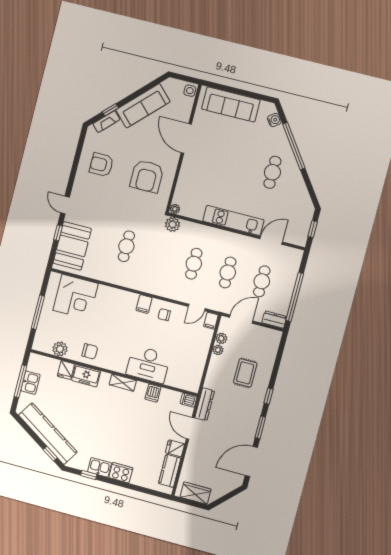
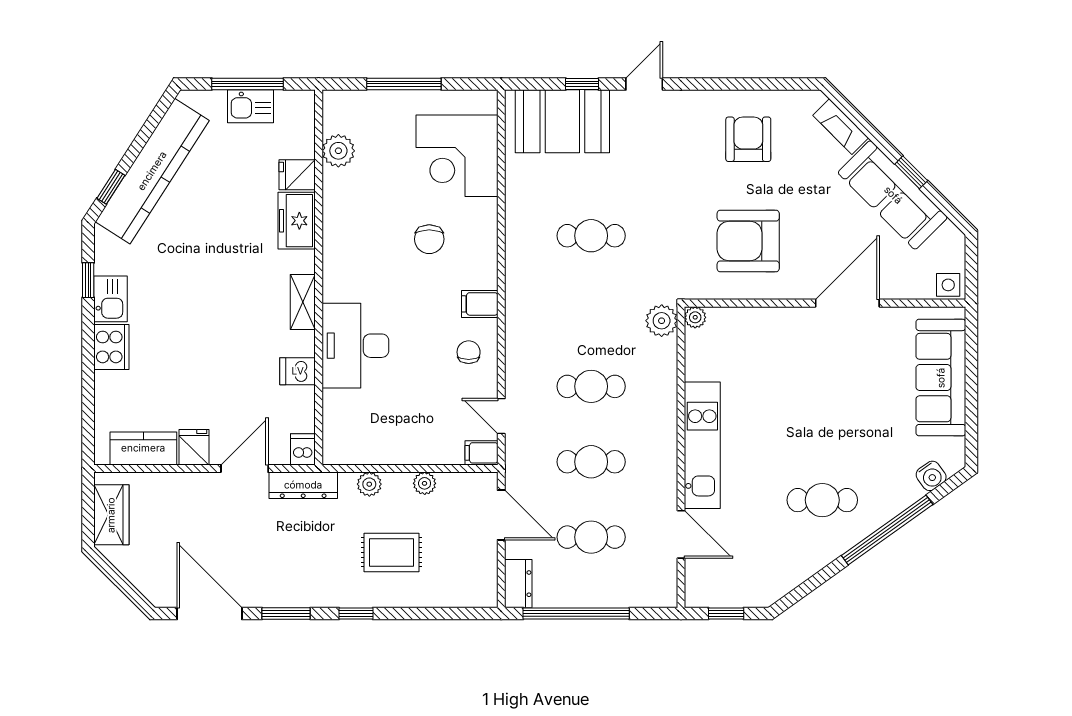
window: (110, 110) -> (911, 172), moved
plant: (221, 338) -> (369, 484), moved
chair: (90, 351) -> (429, 239), moved

